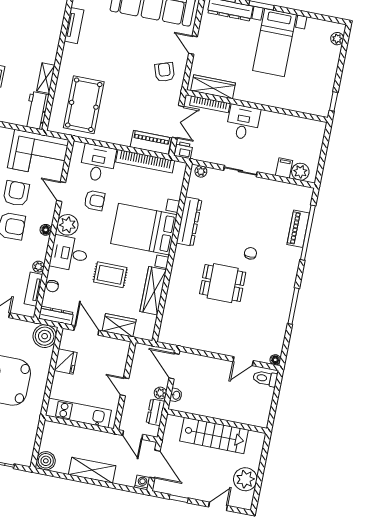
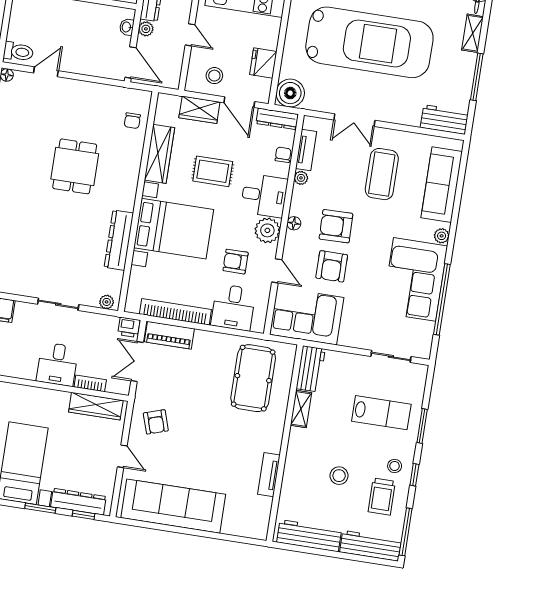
stool: (17, 23) -> (339, 476), added
bookcase: (210, 104) -> (90, 383), width x0.64
chair: (250, 253) -> (132, 121), moved
dining table: (223, 283) -> (75, 166), turned 90
stool: (106, 353) -> (214, 76), added

